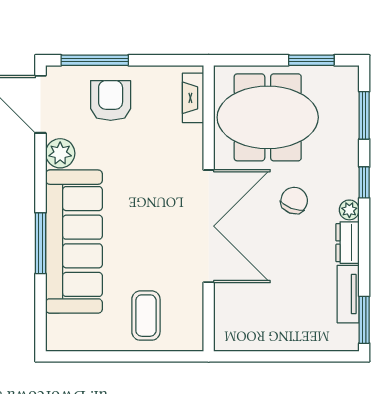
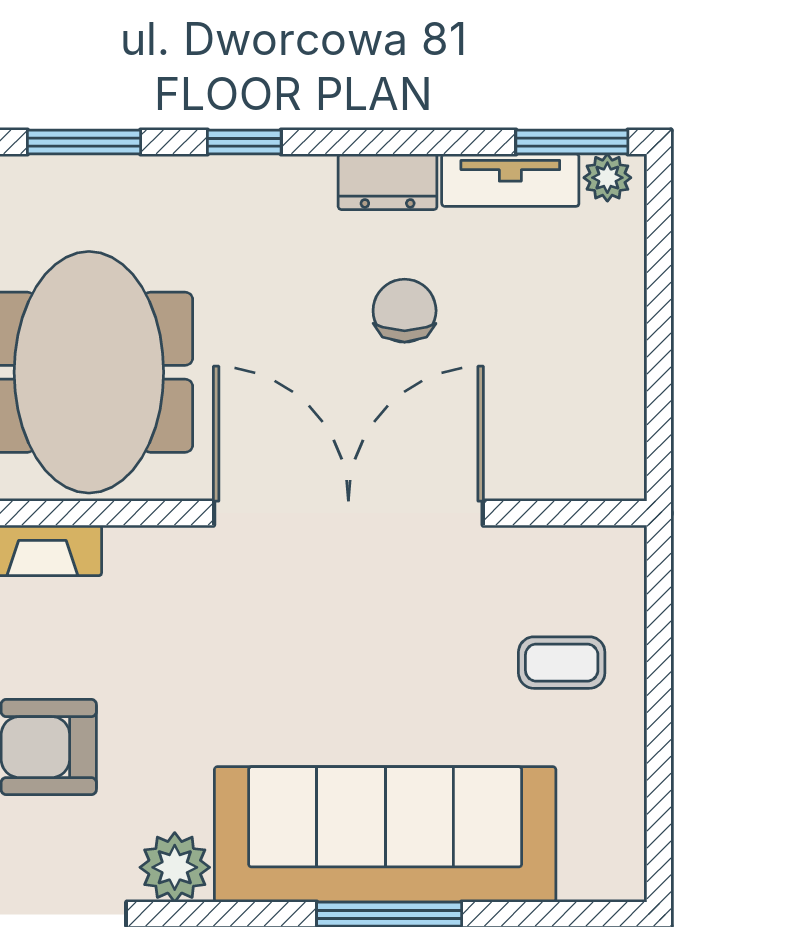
chair: (294, 201) -> (405, 311), moved, turned 69
plant: (349, 210) -> (607, 178), moved
coffee table: (146, 316) -> (562, 663), width x0.73, depth x0.77

